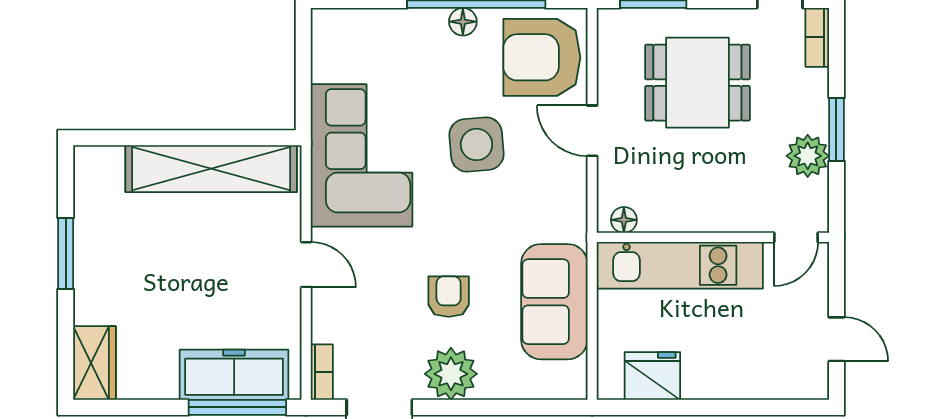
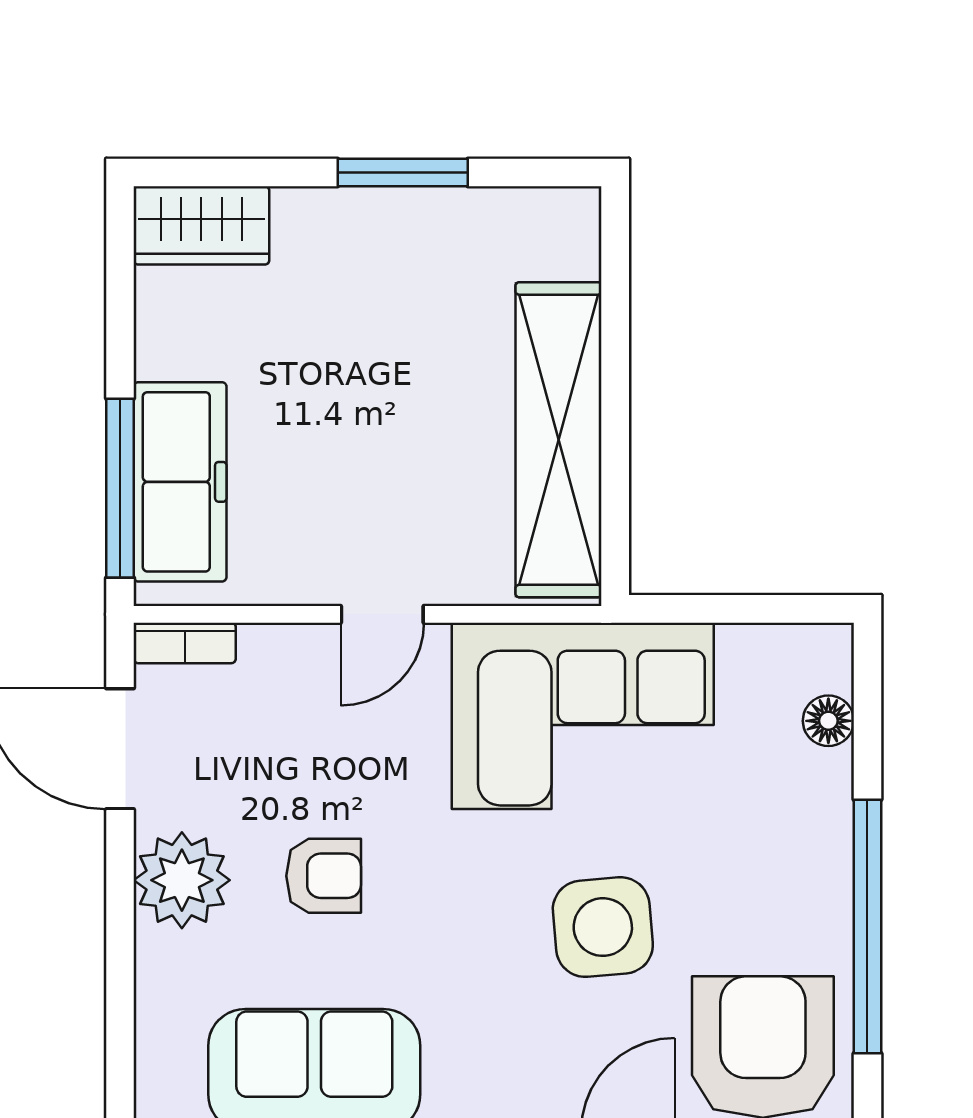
floor lamp: (463, 22) -> (828, 721), moved

